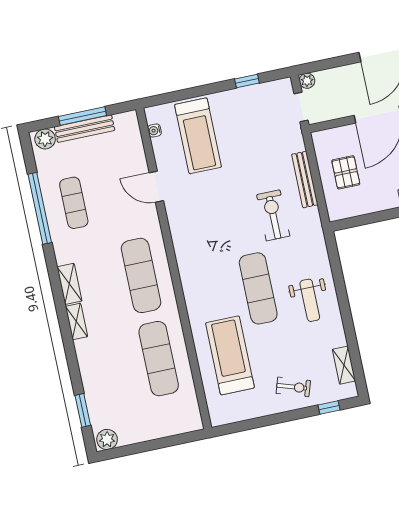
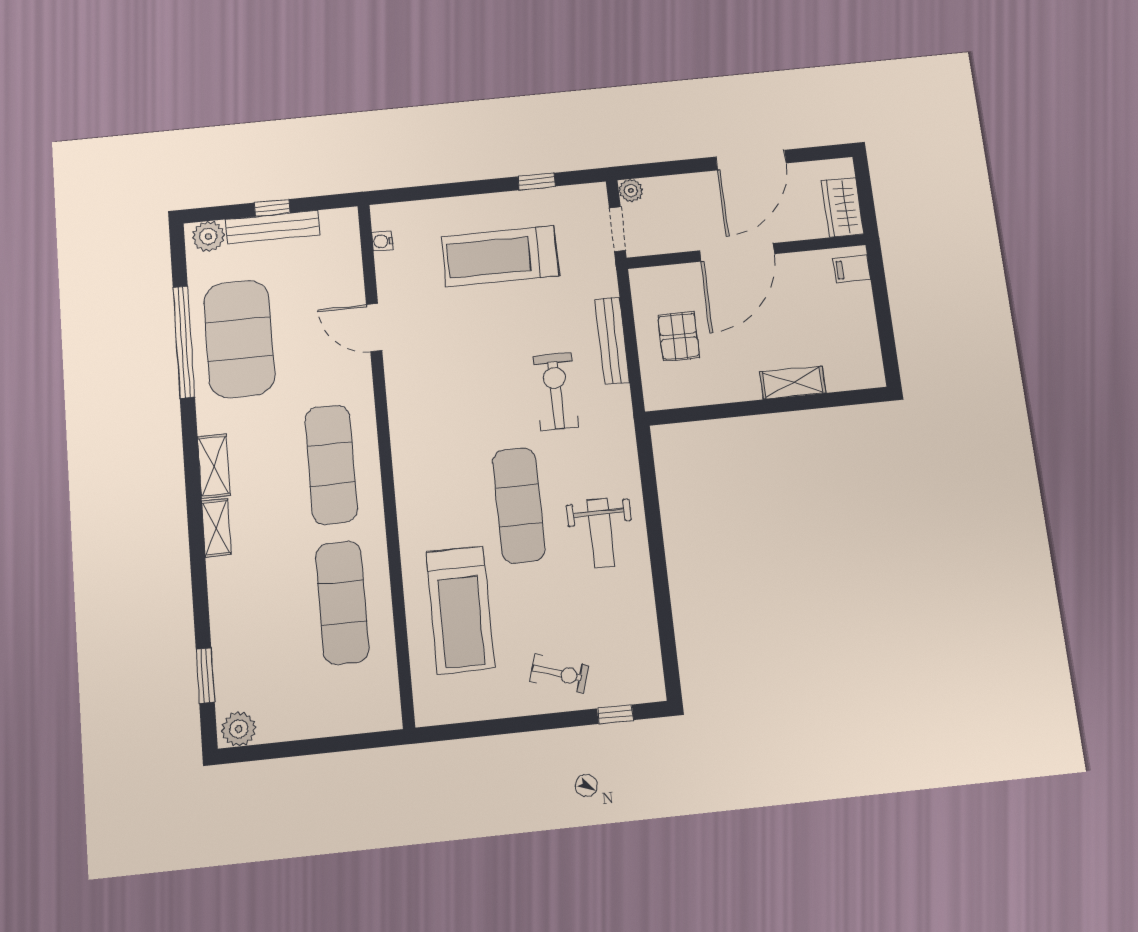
window: (82, 116) -> (272, 208), width x0.46
treadmill: (198, 136) -> (500, 256), moved, turned 90
exercise mat: (74, 203) -> (239, 339), width x2.00, depth x1.45
treadmill: (230, 355) -> (460, 610), turned 180
shelving: (344, 365) -> (647, 646), removed

